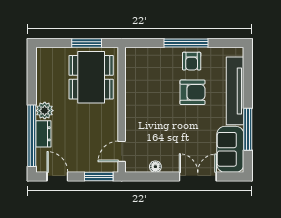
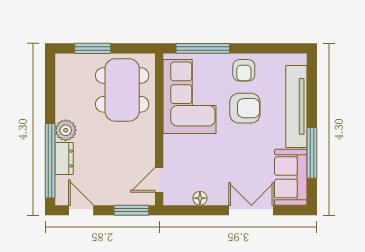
window: (87, 43) -> (93, 48), moved
window: (186, 43) -> (203, 48), moved
corner sofa: (147, 83) -> (189, 97), added

